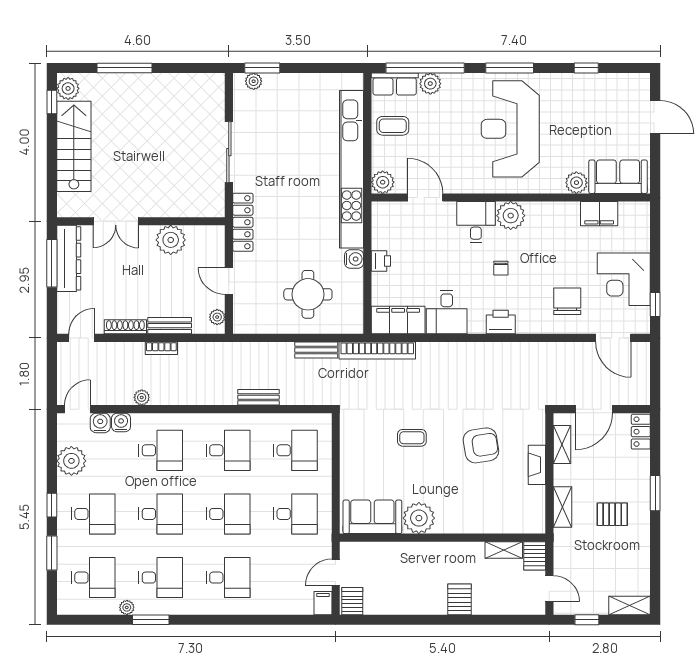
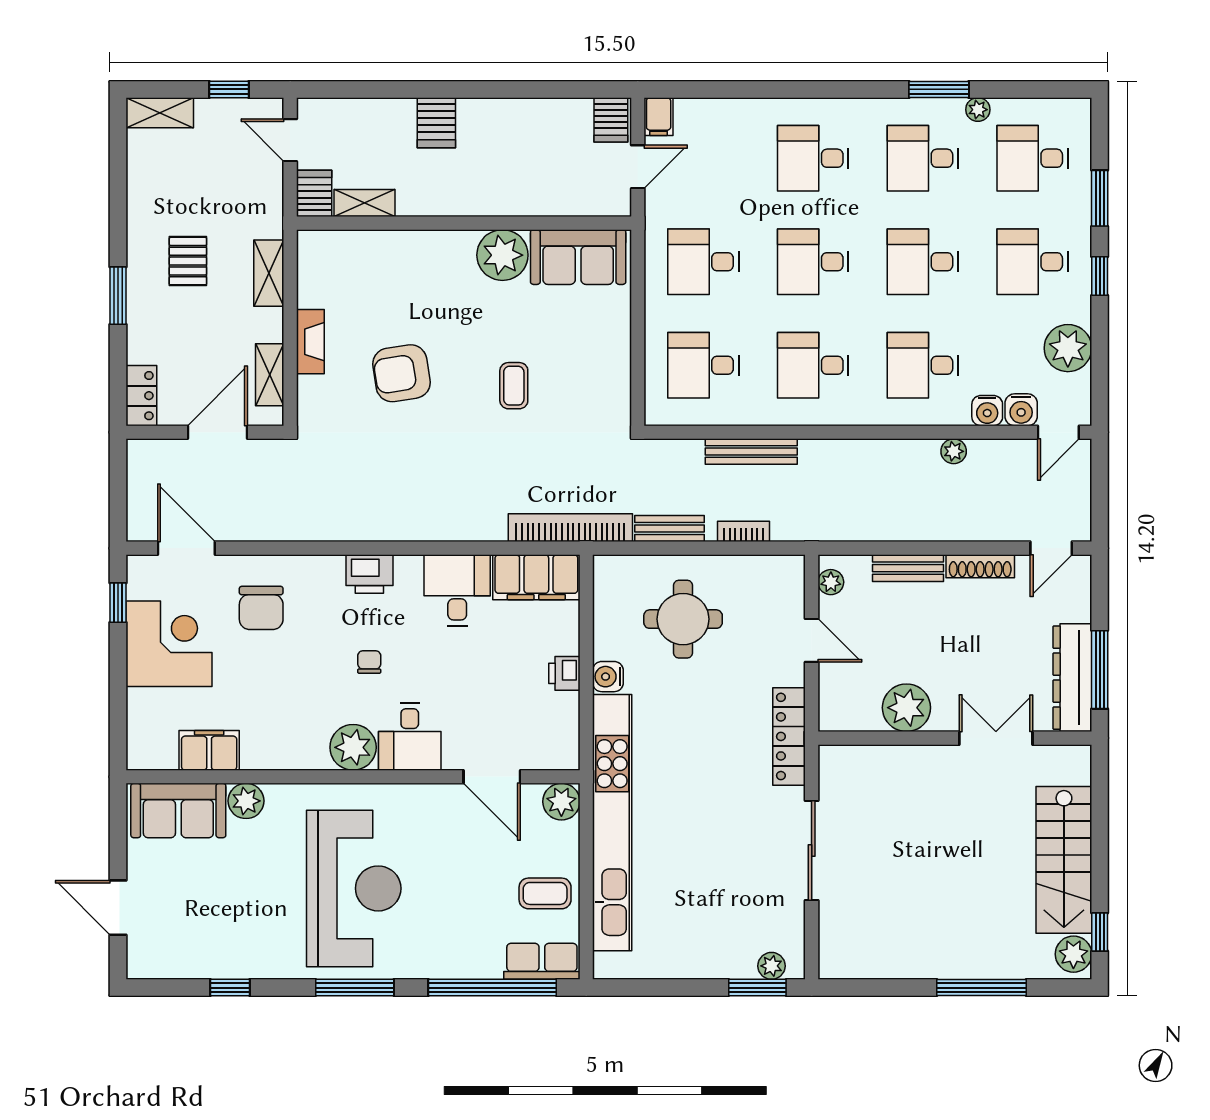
plant: (430, 84) -> (484, 962), removed
bookcase: (161, 348) -> (743, 531), moved
bench: (258, 397) -> (751, 452), width x1.36
coffee table: (412, 438) -> (514, 386), turned 90
pallet: (612, 514) -> (188, 261), turned 90

